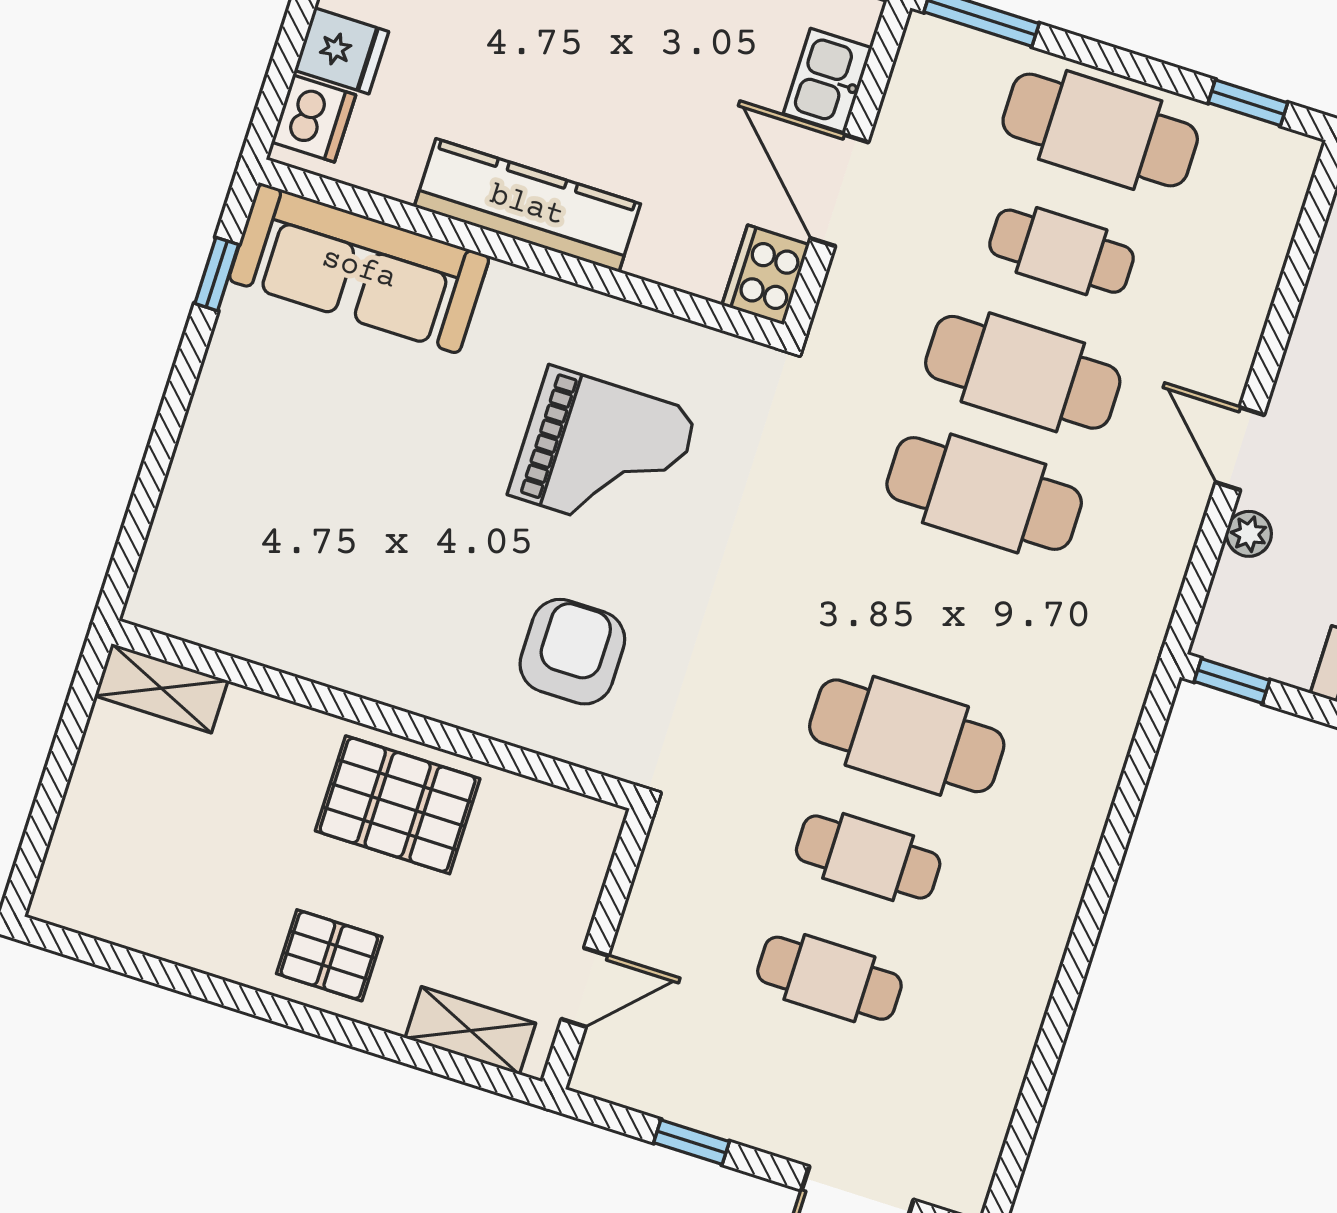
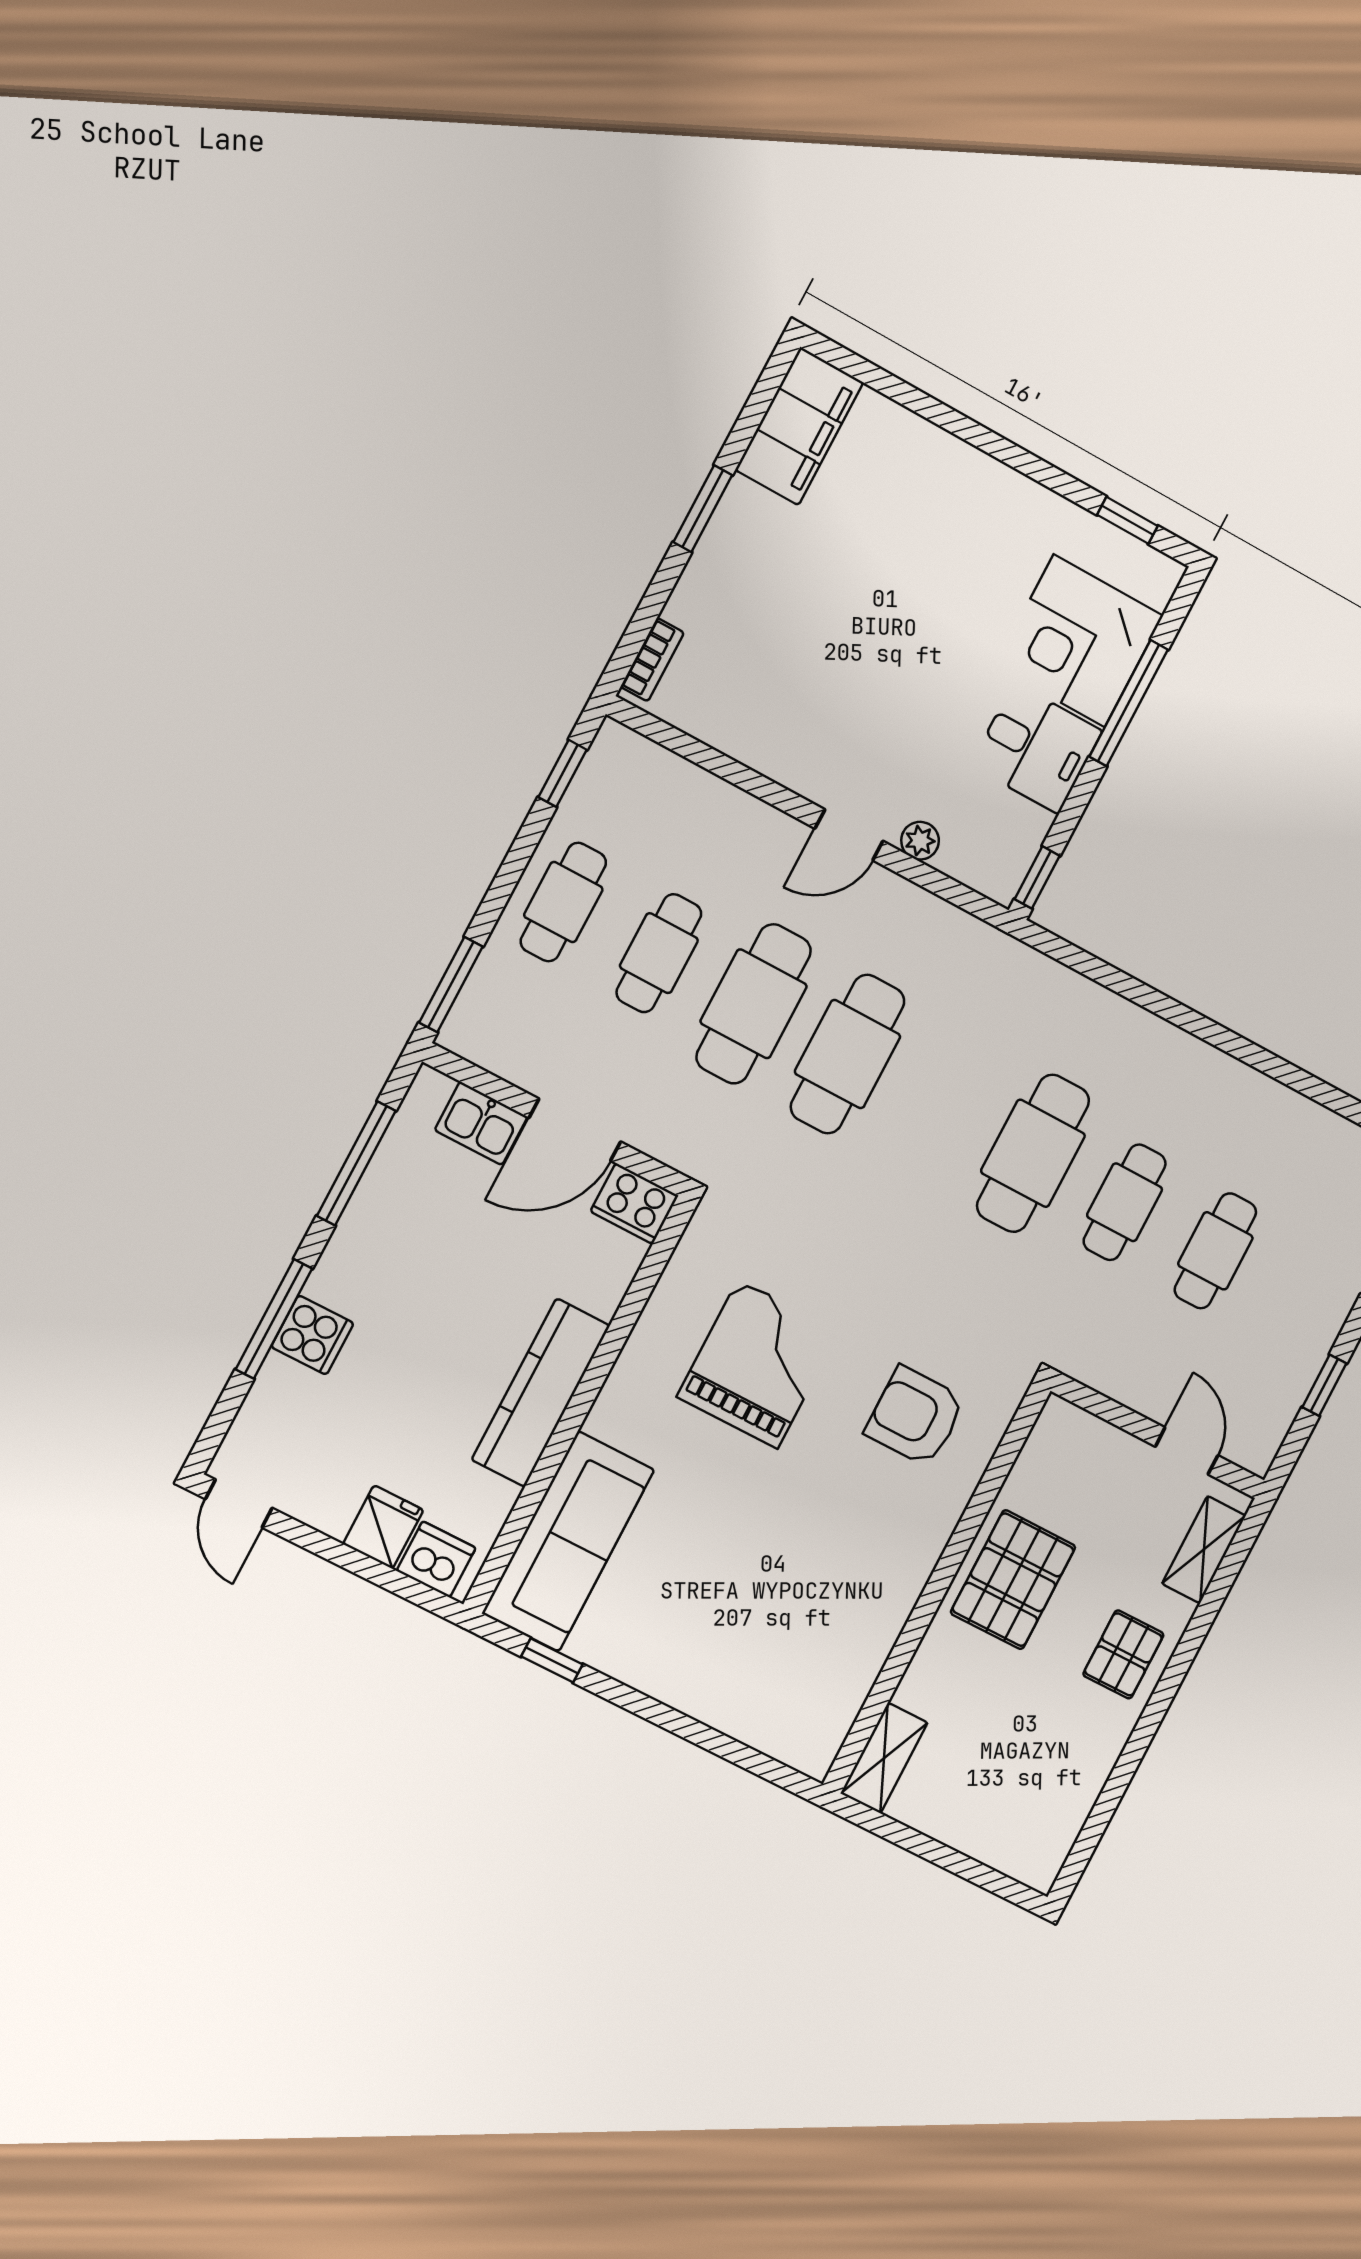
cafe table: (1100, 130) -> (563, 902), width x0.73, depth x0.74

